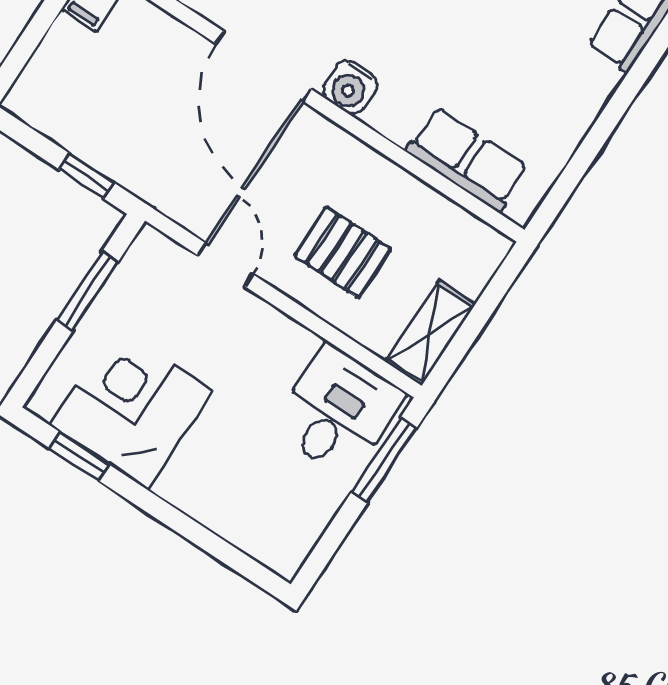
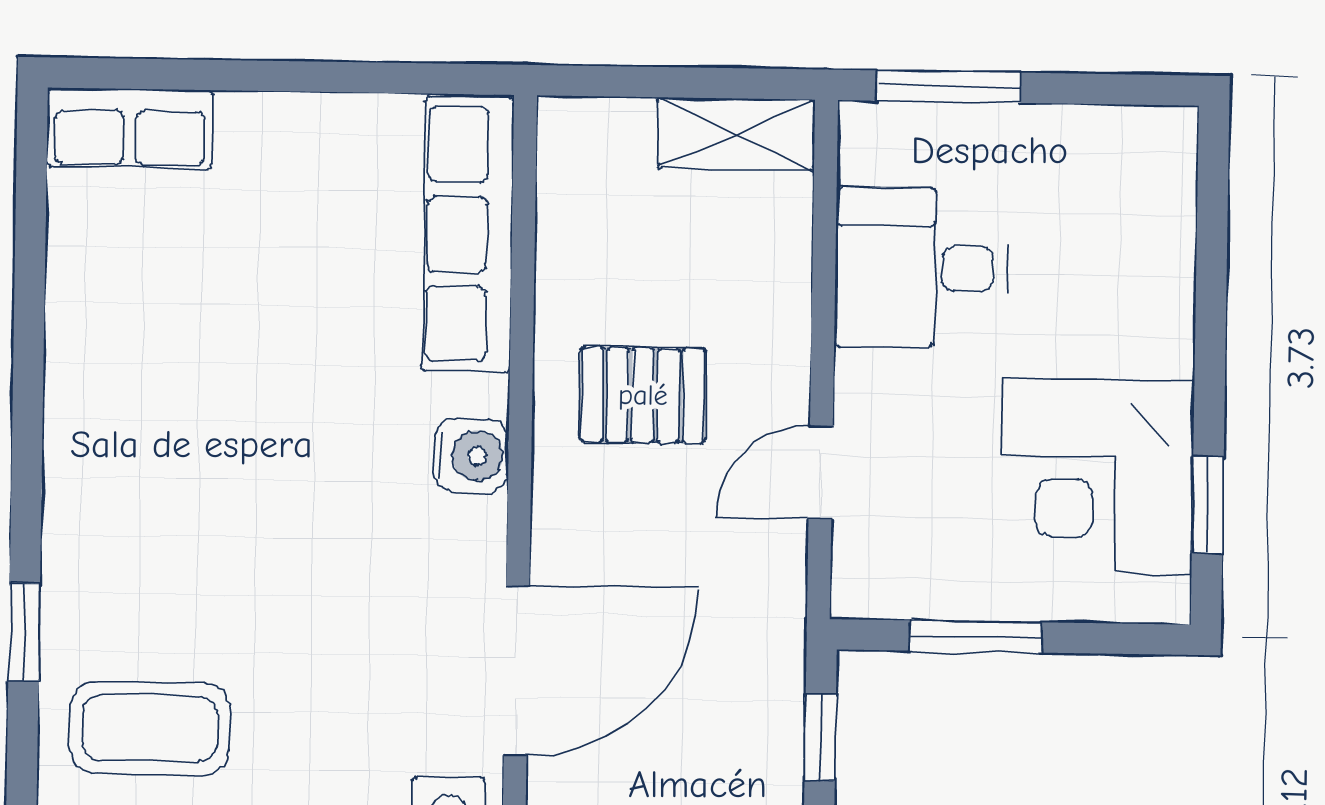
door: (264, 66) -> (517, 671), moved
row of seats: (467, 159) -> (468, 234), width x1.48
pallet: (343, 252) -> (643, 395), moved, turned 90
desk: (338, 411) -> (921, 268), moved

